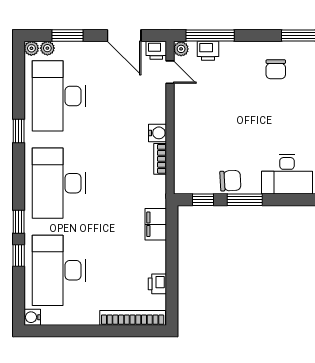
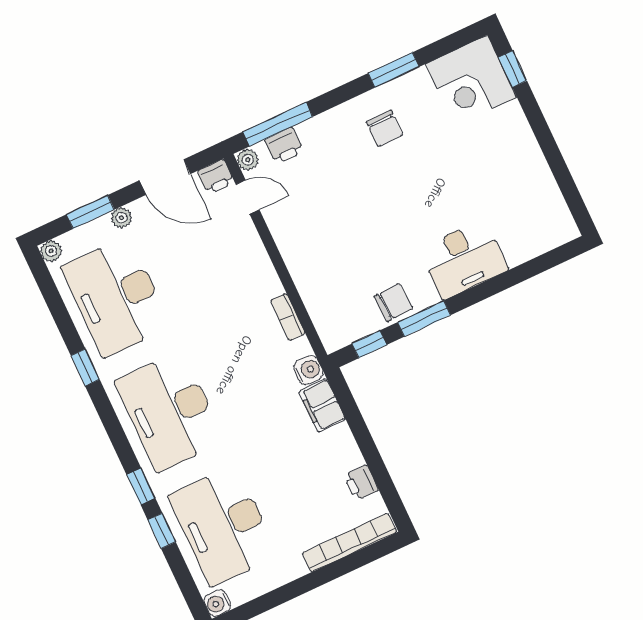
plant: (47, 48) -> (121, 218), moved
water cooler: (157, 133) -> (308, 370), moved

